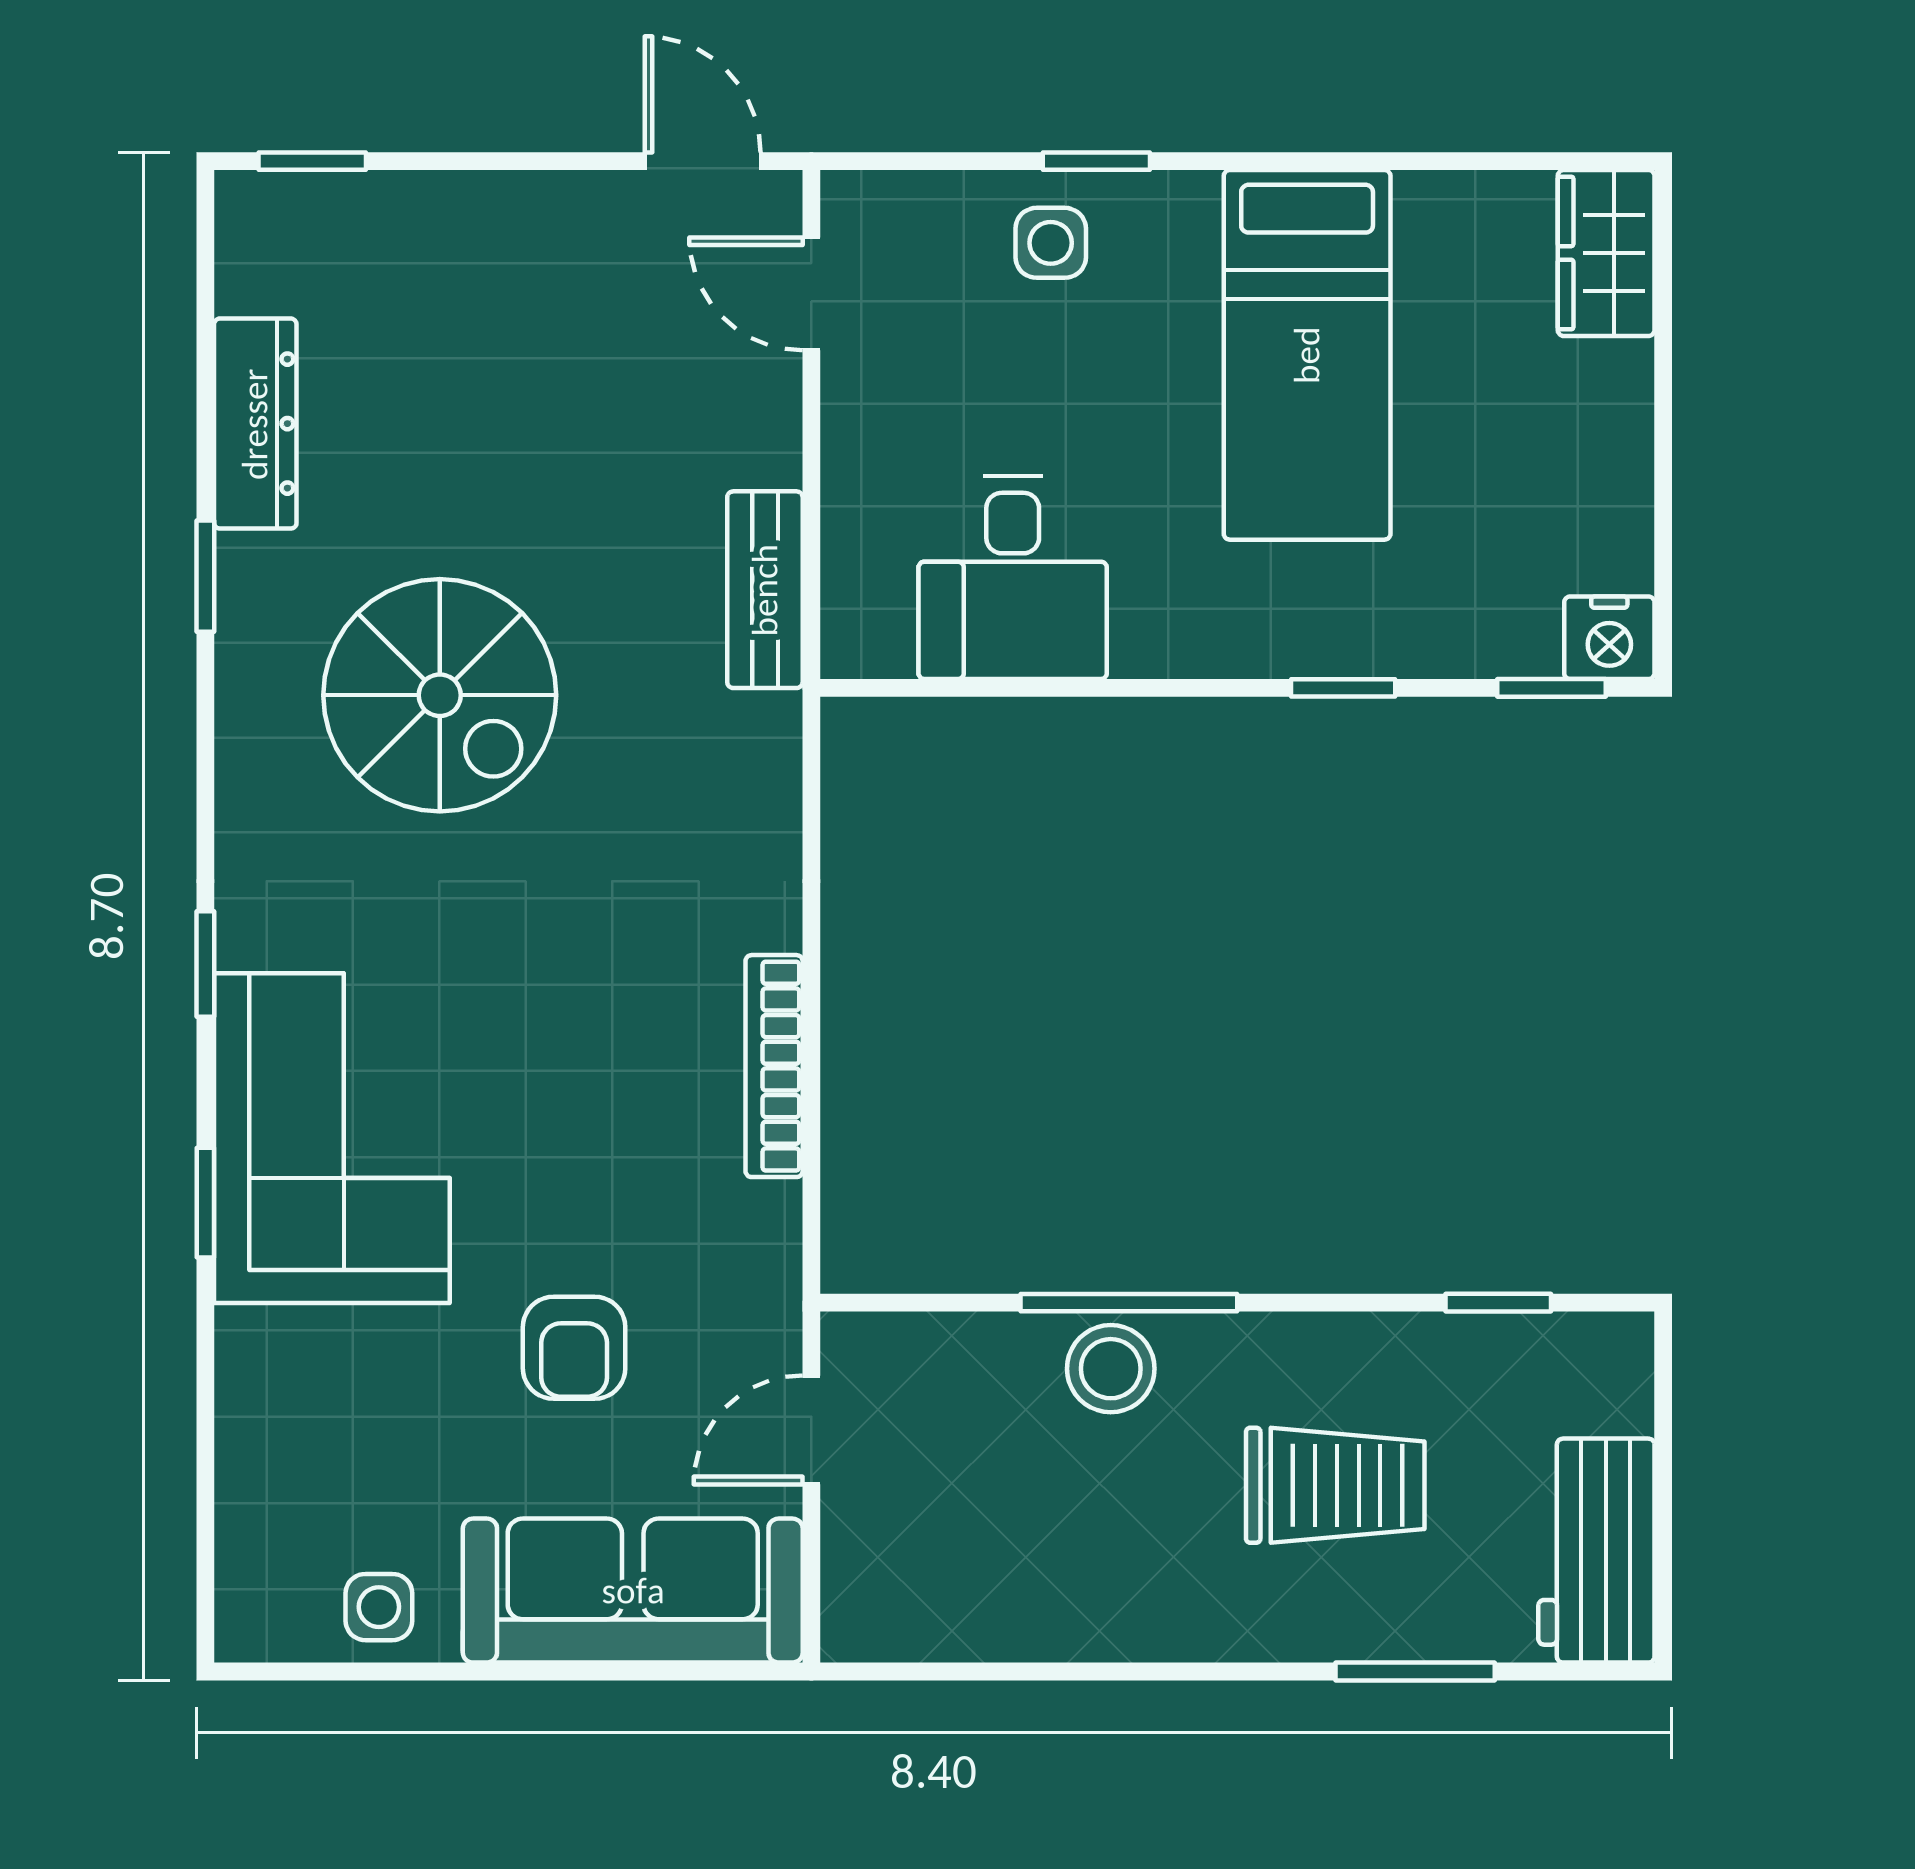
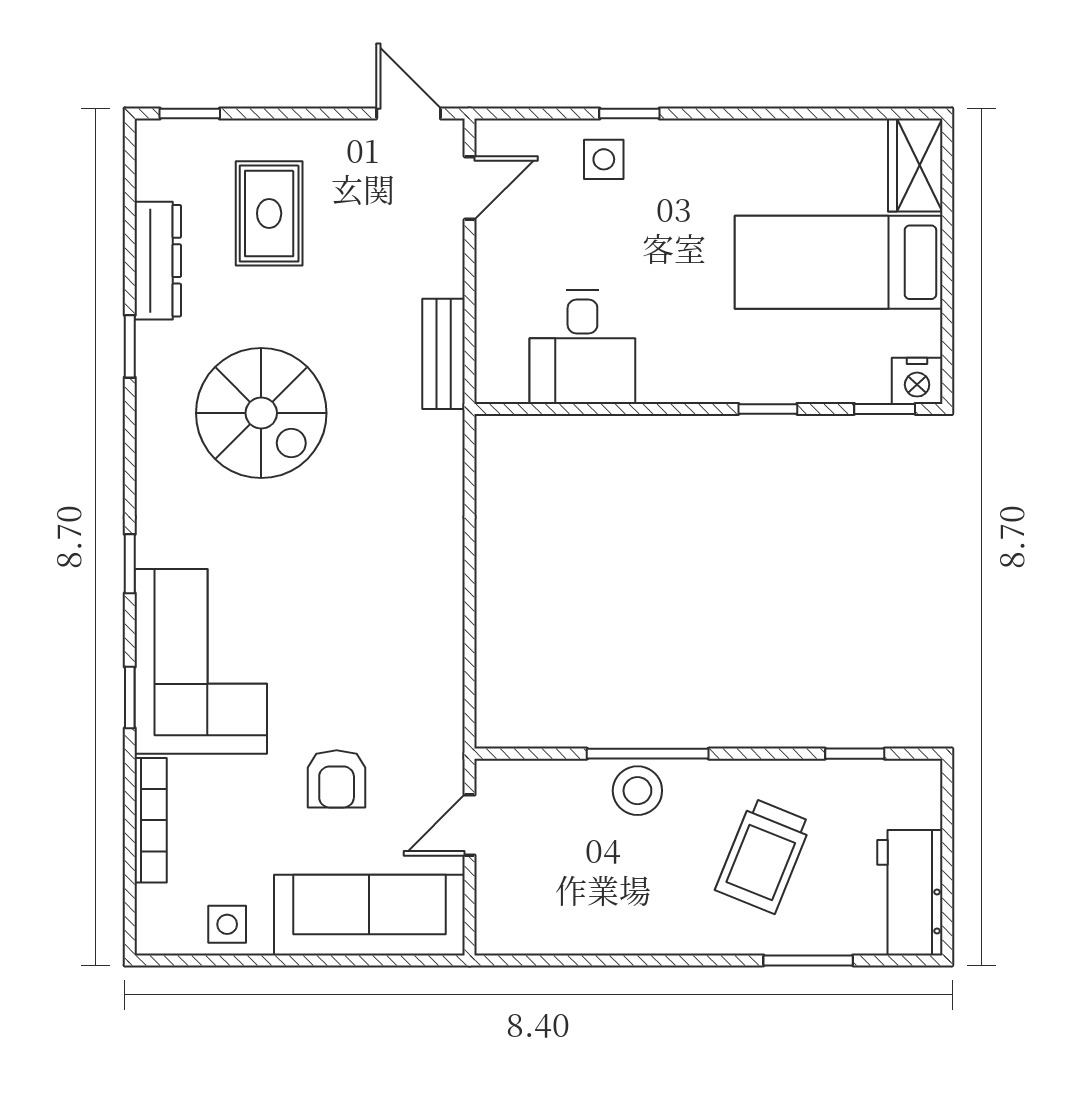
door: (811, 294) -> (470, 188), swing flipped
rug: (454, 339) -> (269, 213), added
bed: (1307, 355) -> (839, 262), moved, turned 90
bookcase: (774, 1066) -> (151, 820), moved, turned 180
trolley: (1335, 1485) -> (763, 856), turned 112

